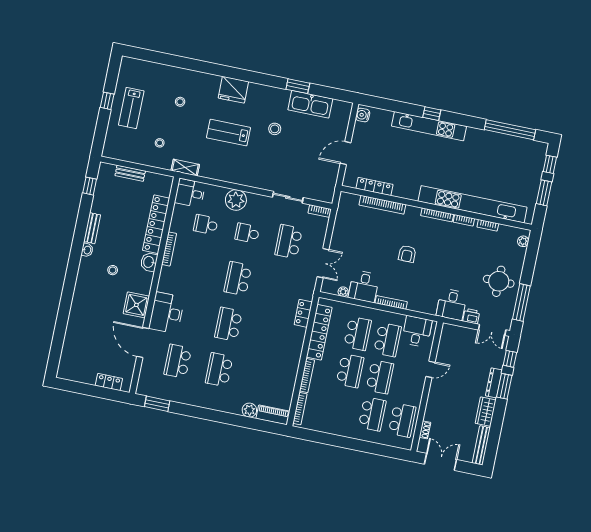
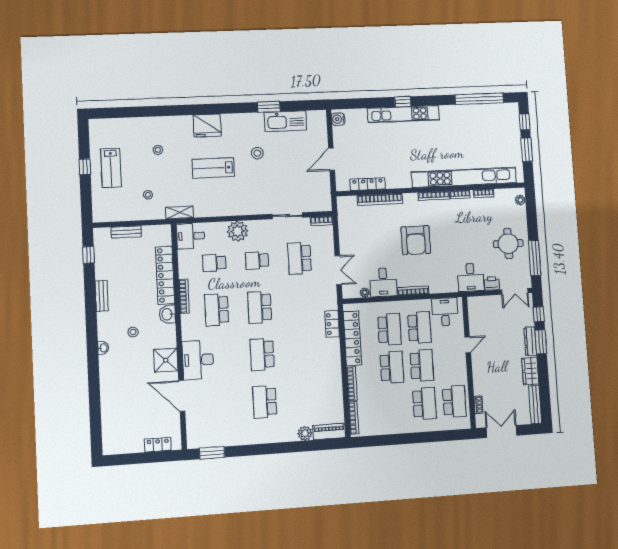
washbasin: (87, 250) -> (103, 348), moved
armchair: (407, 254) -> (416, 240), width x1.88, depth x1.88
school desk: (178, 361) -> (217, 310), moved

